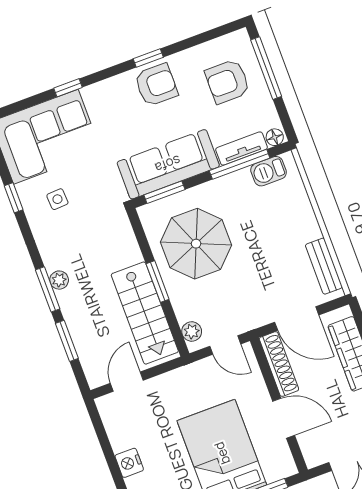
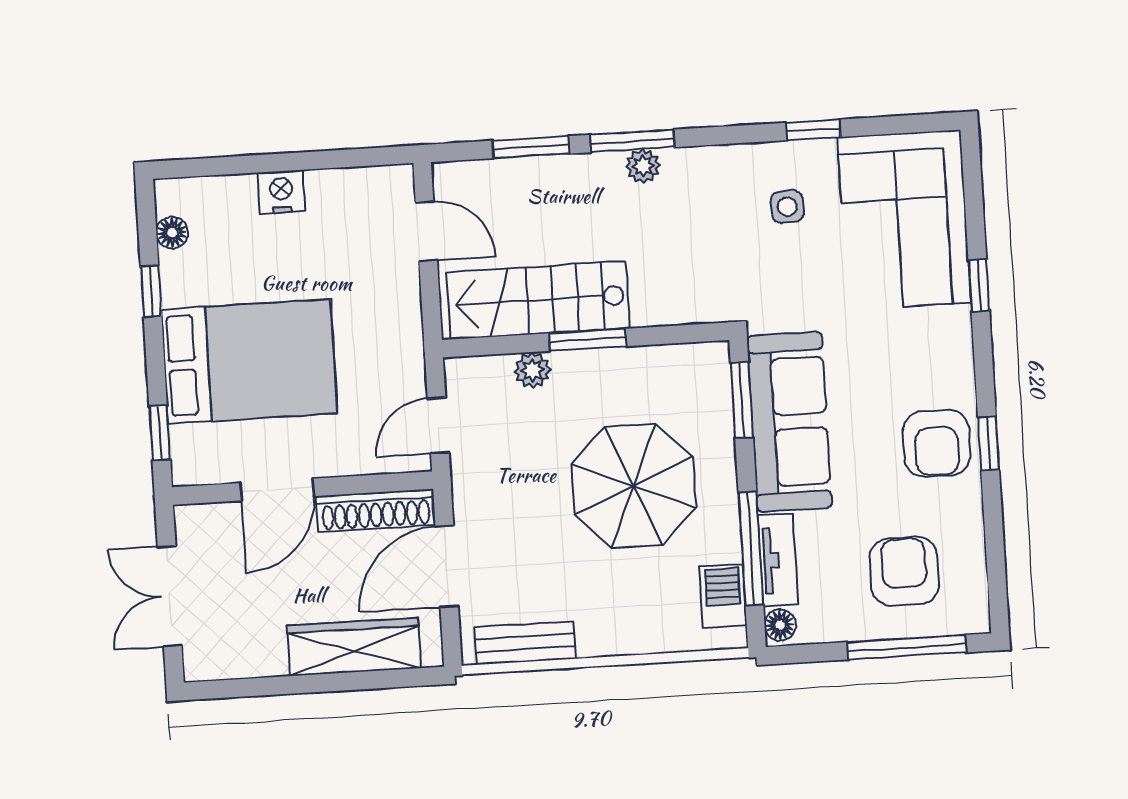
parasol: (196, 244) -> (634, 486), moved
plant: (192, 331) -> (532, 370), moved

